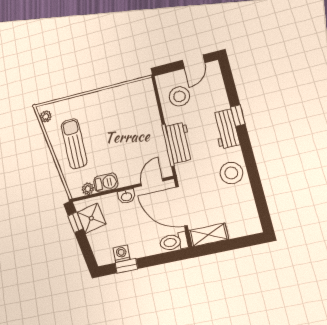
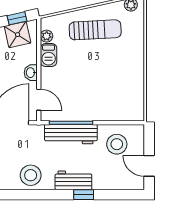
workbench: (180, 143) -> (71, 134), width x1.38

